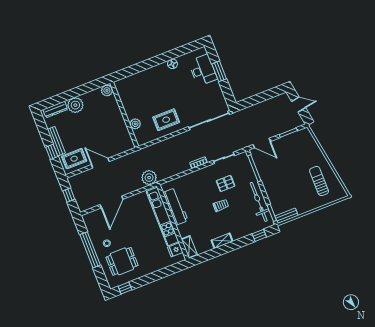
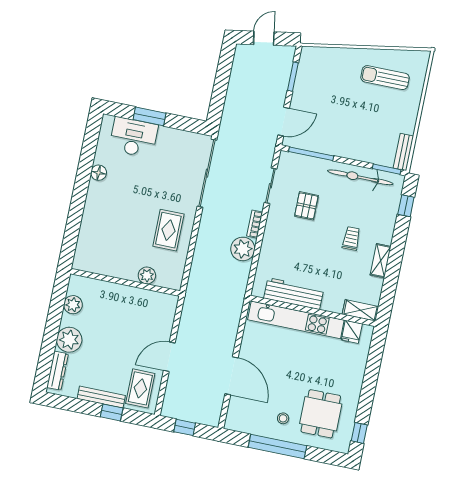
plant: (107, 90) -> (73, 305), moved
plant: (149, 178) -> (243, 249), moved
trolley: (221, 205) -> (351, 238), moved

